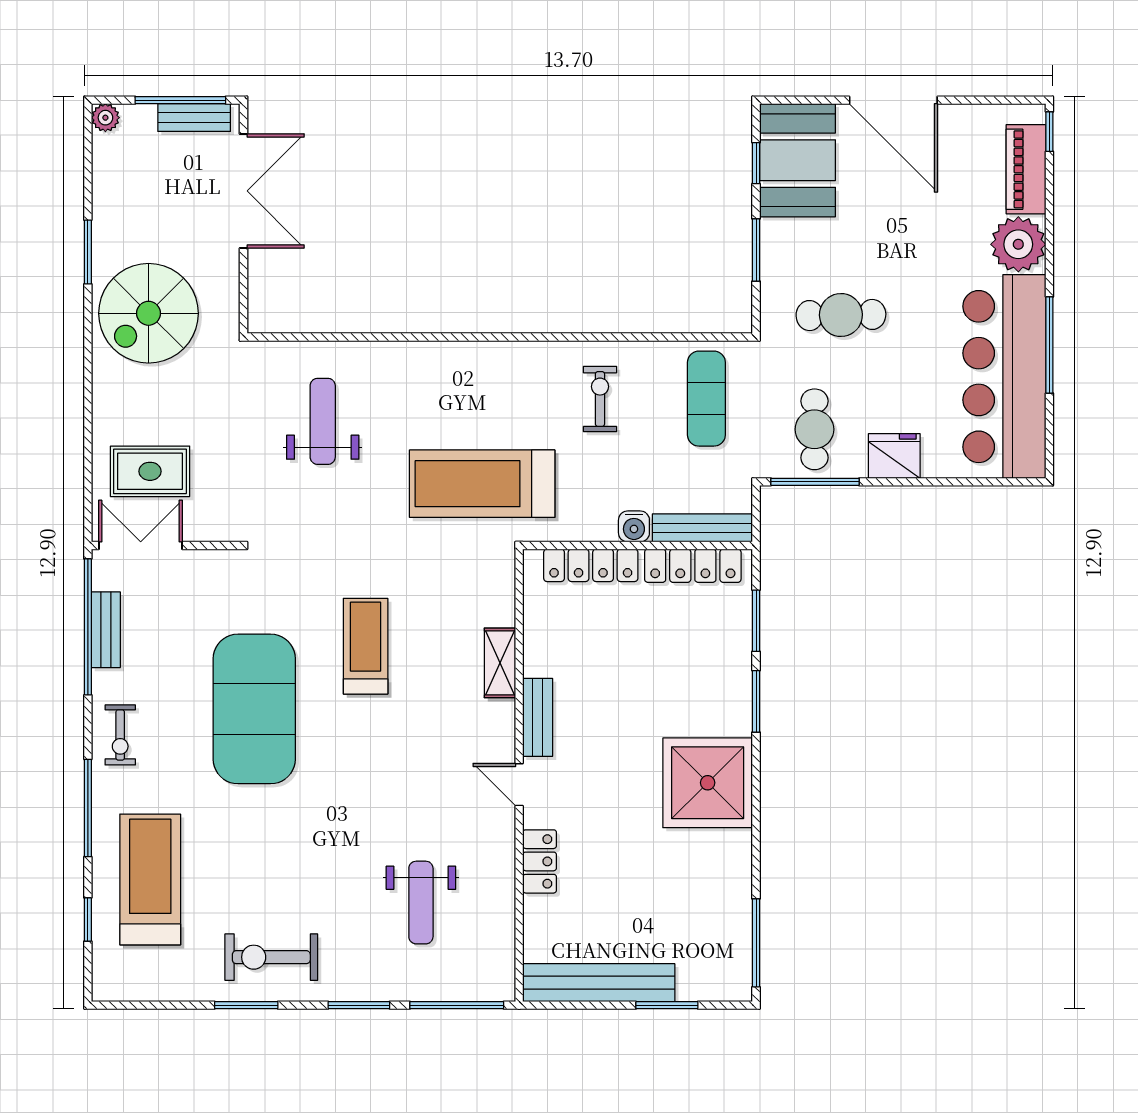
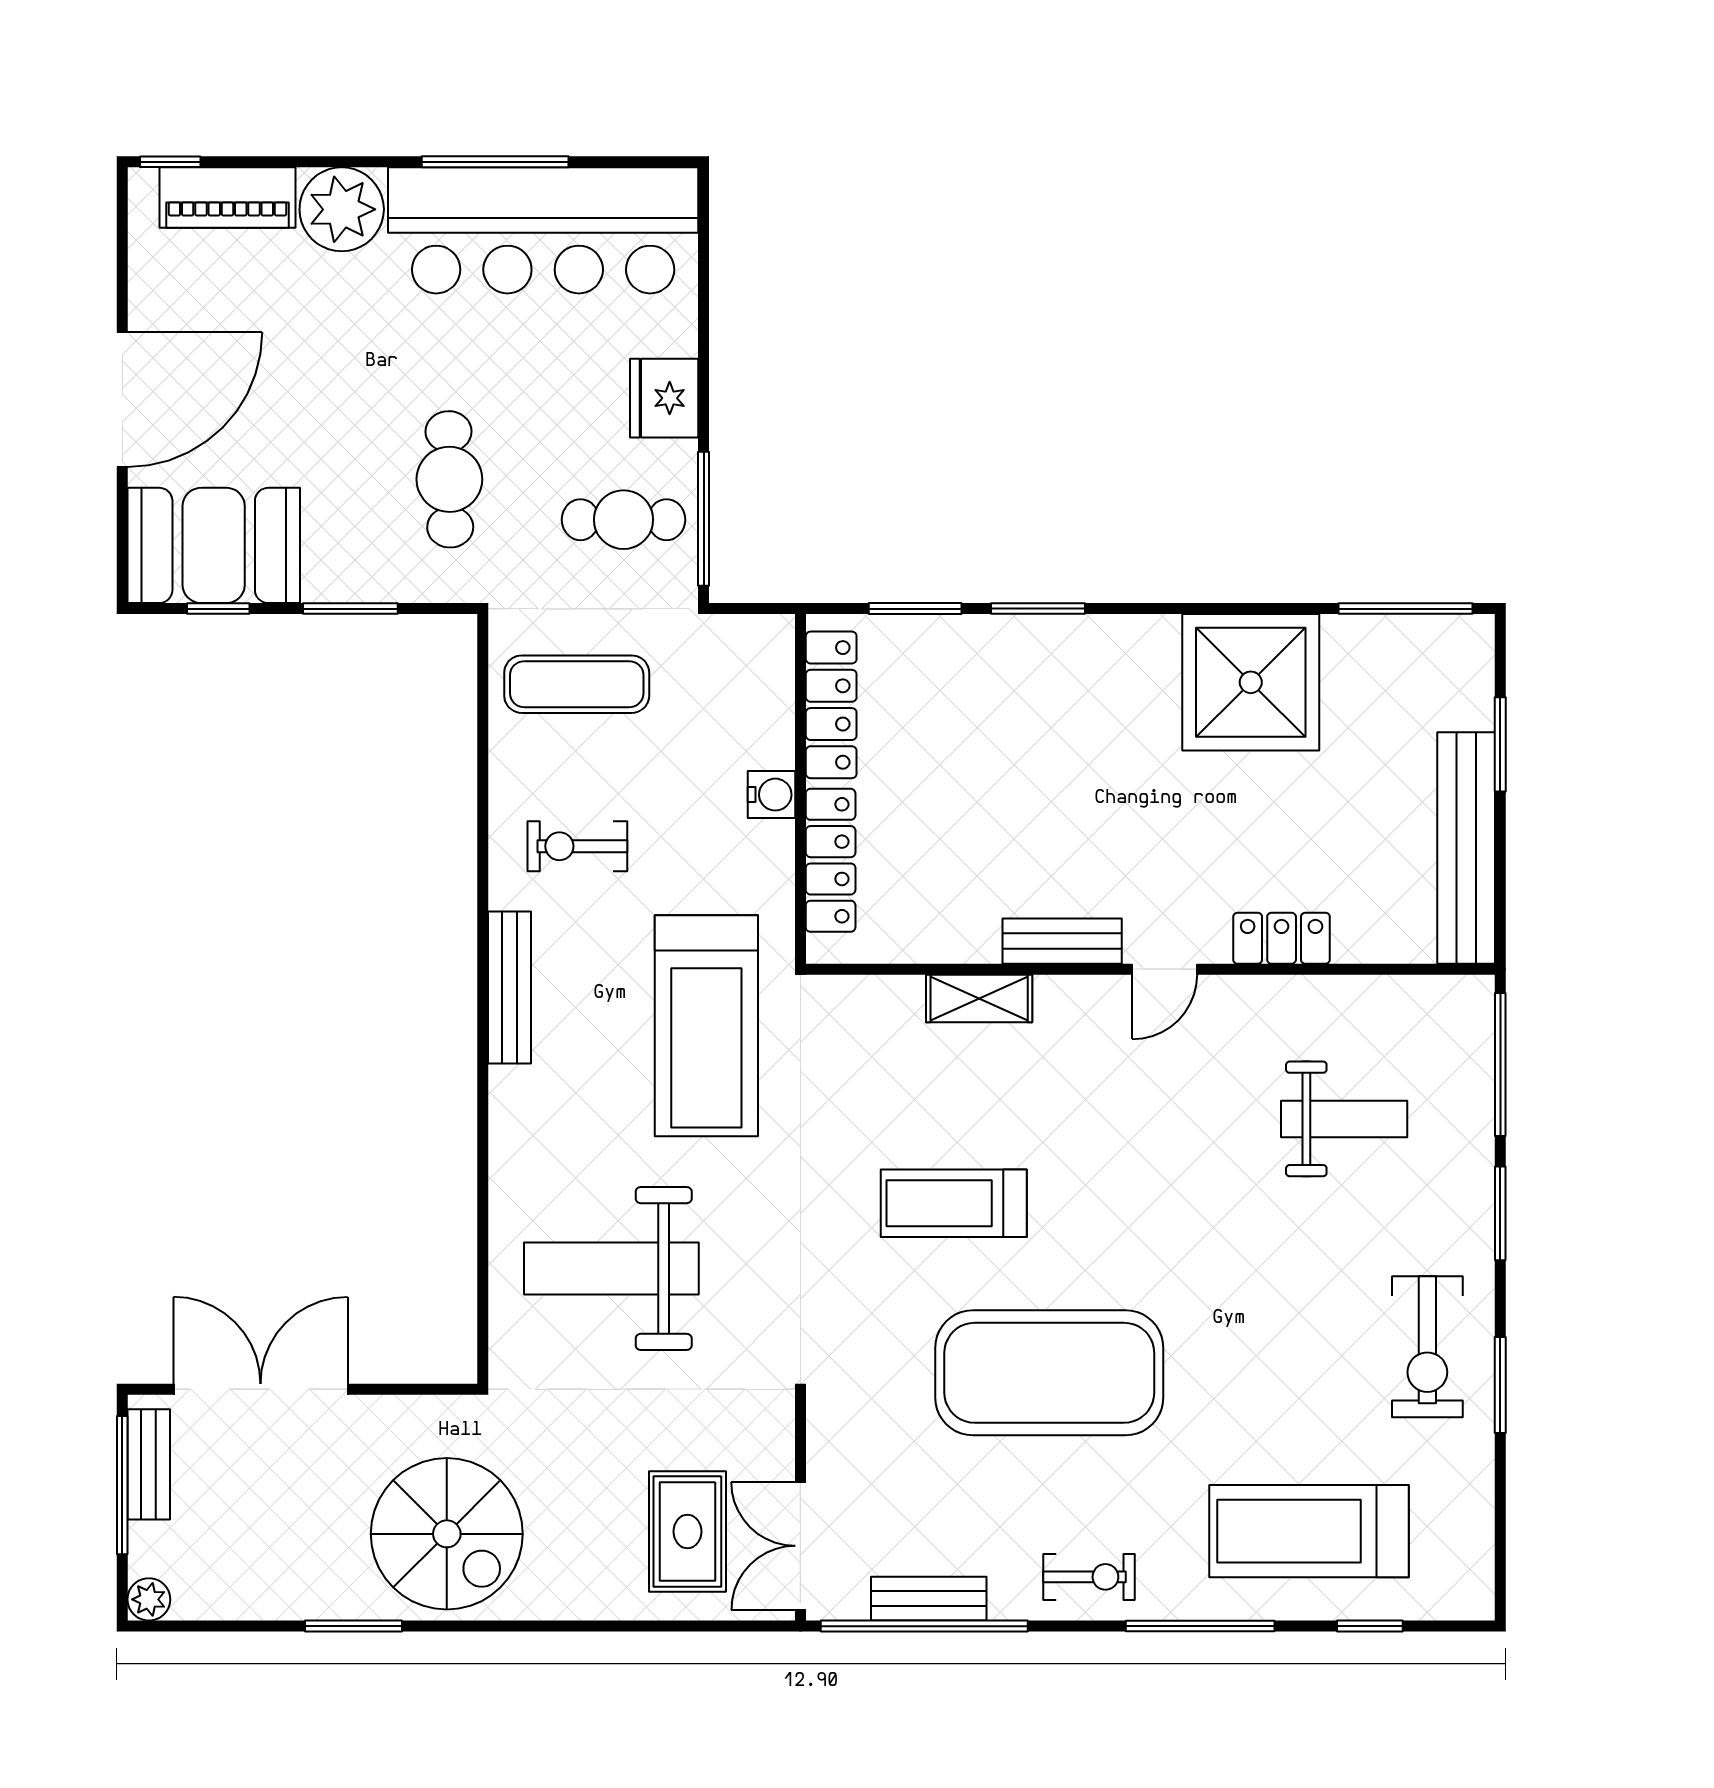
weight bench: (323, 421) -> (611, 1268), width x1.36, depth x1.33
bench: (702, 528) -> (510, 987), moved
shower: (708, 783) -> (1251, 682), moved

